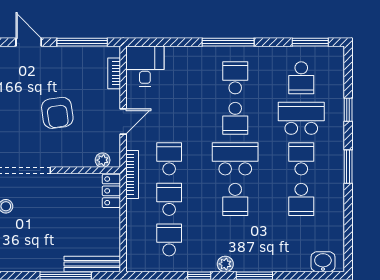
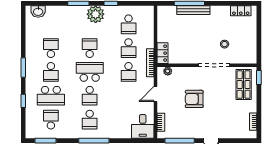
armchair: (57, 113) -> (194, 99), turned -82
school desk: (235, 118) -> (90, 96), turned 180
school desk: (235, 159) -> (90, 72), turned 180
bench: (92, 264) -> (193, 10), moved
plant: (225, 264) -> (96, 14), width x1.88, depth x1.88

